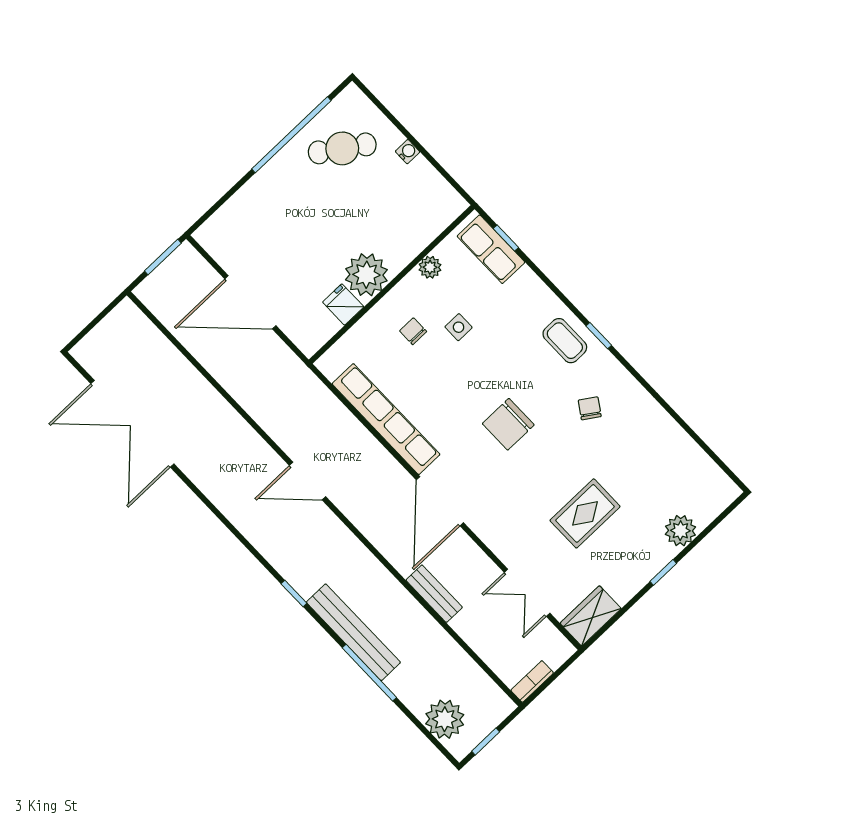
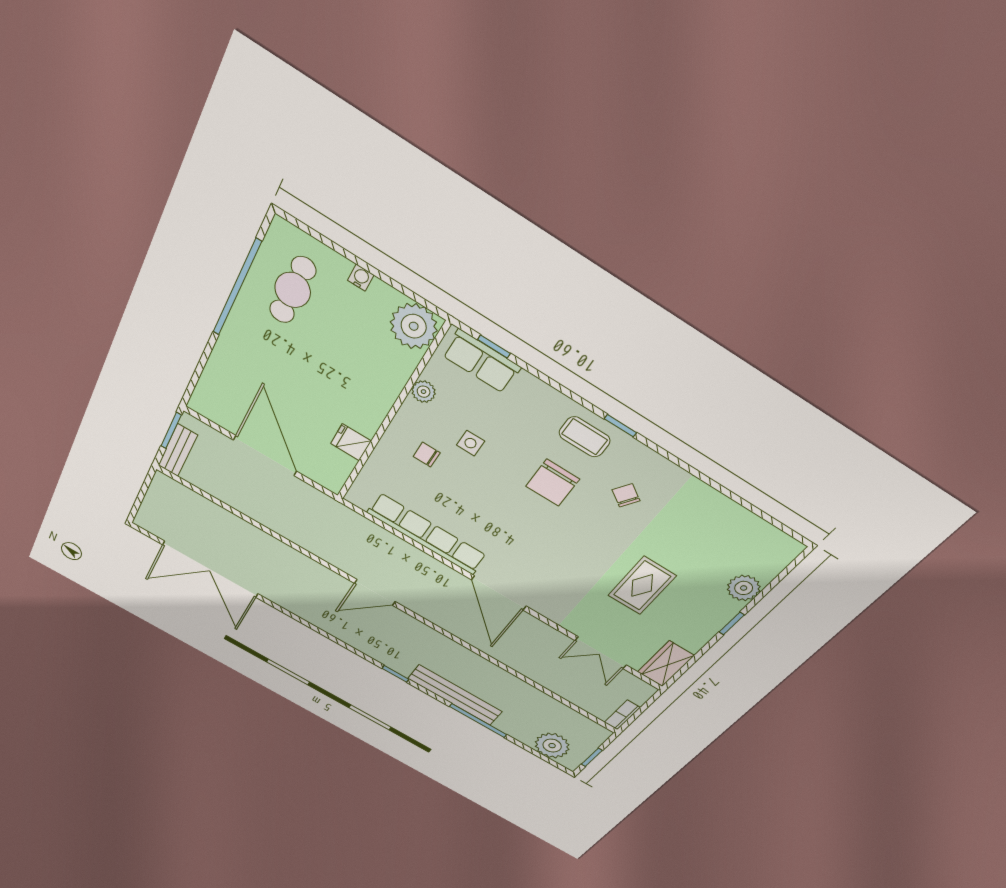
cafe table: (342, 148) -> (293, 290), turned -34
plant: (366, 275) -> (414, 326), moved
door: (250, 302) -> (265, 456), swing flipped
chair: (508, 424) -> (553, 483), moved
bench: (434, 594) -> (178, 450), moved, turned 90

